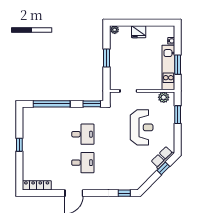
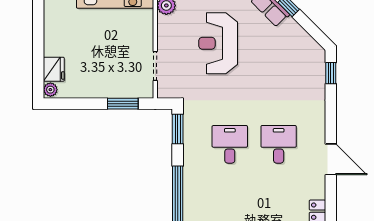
fridge: (139, 32) -> (54, 69), moved
window: (107, 58) -> (123, 104), moved
reception desk: (142, 127) -> (218, 43), turned -90

